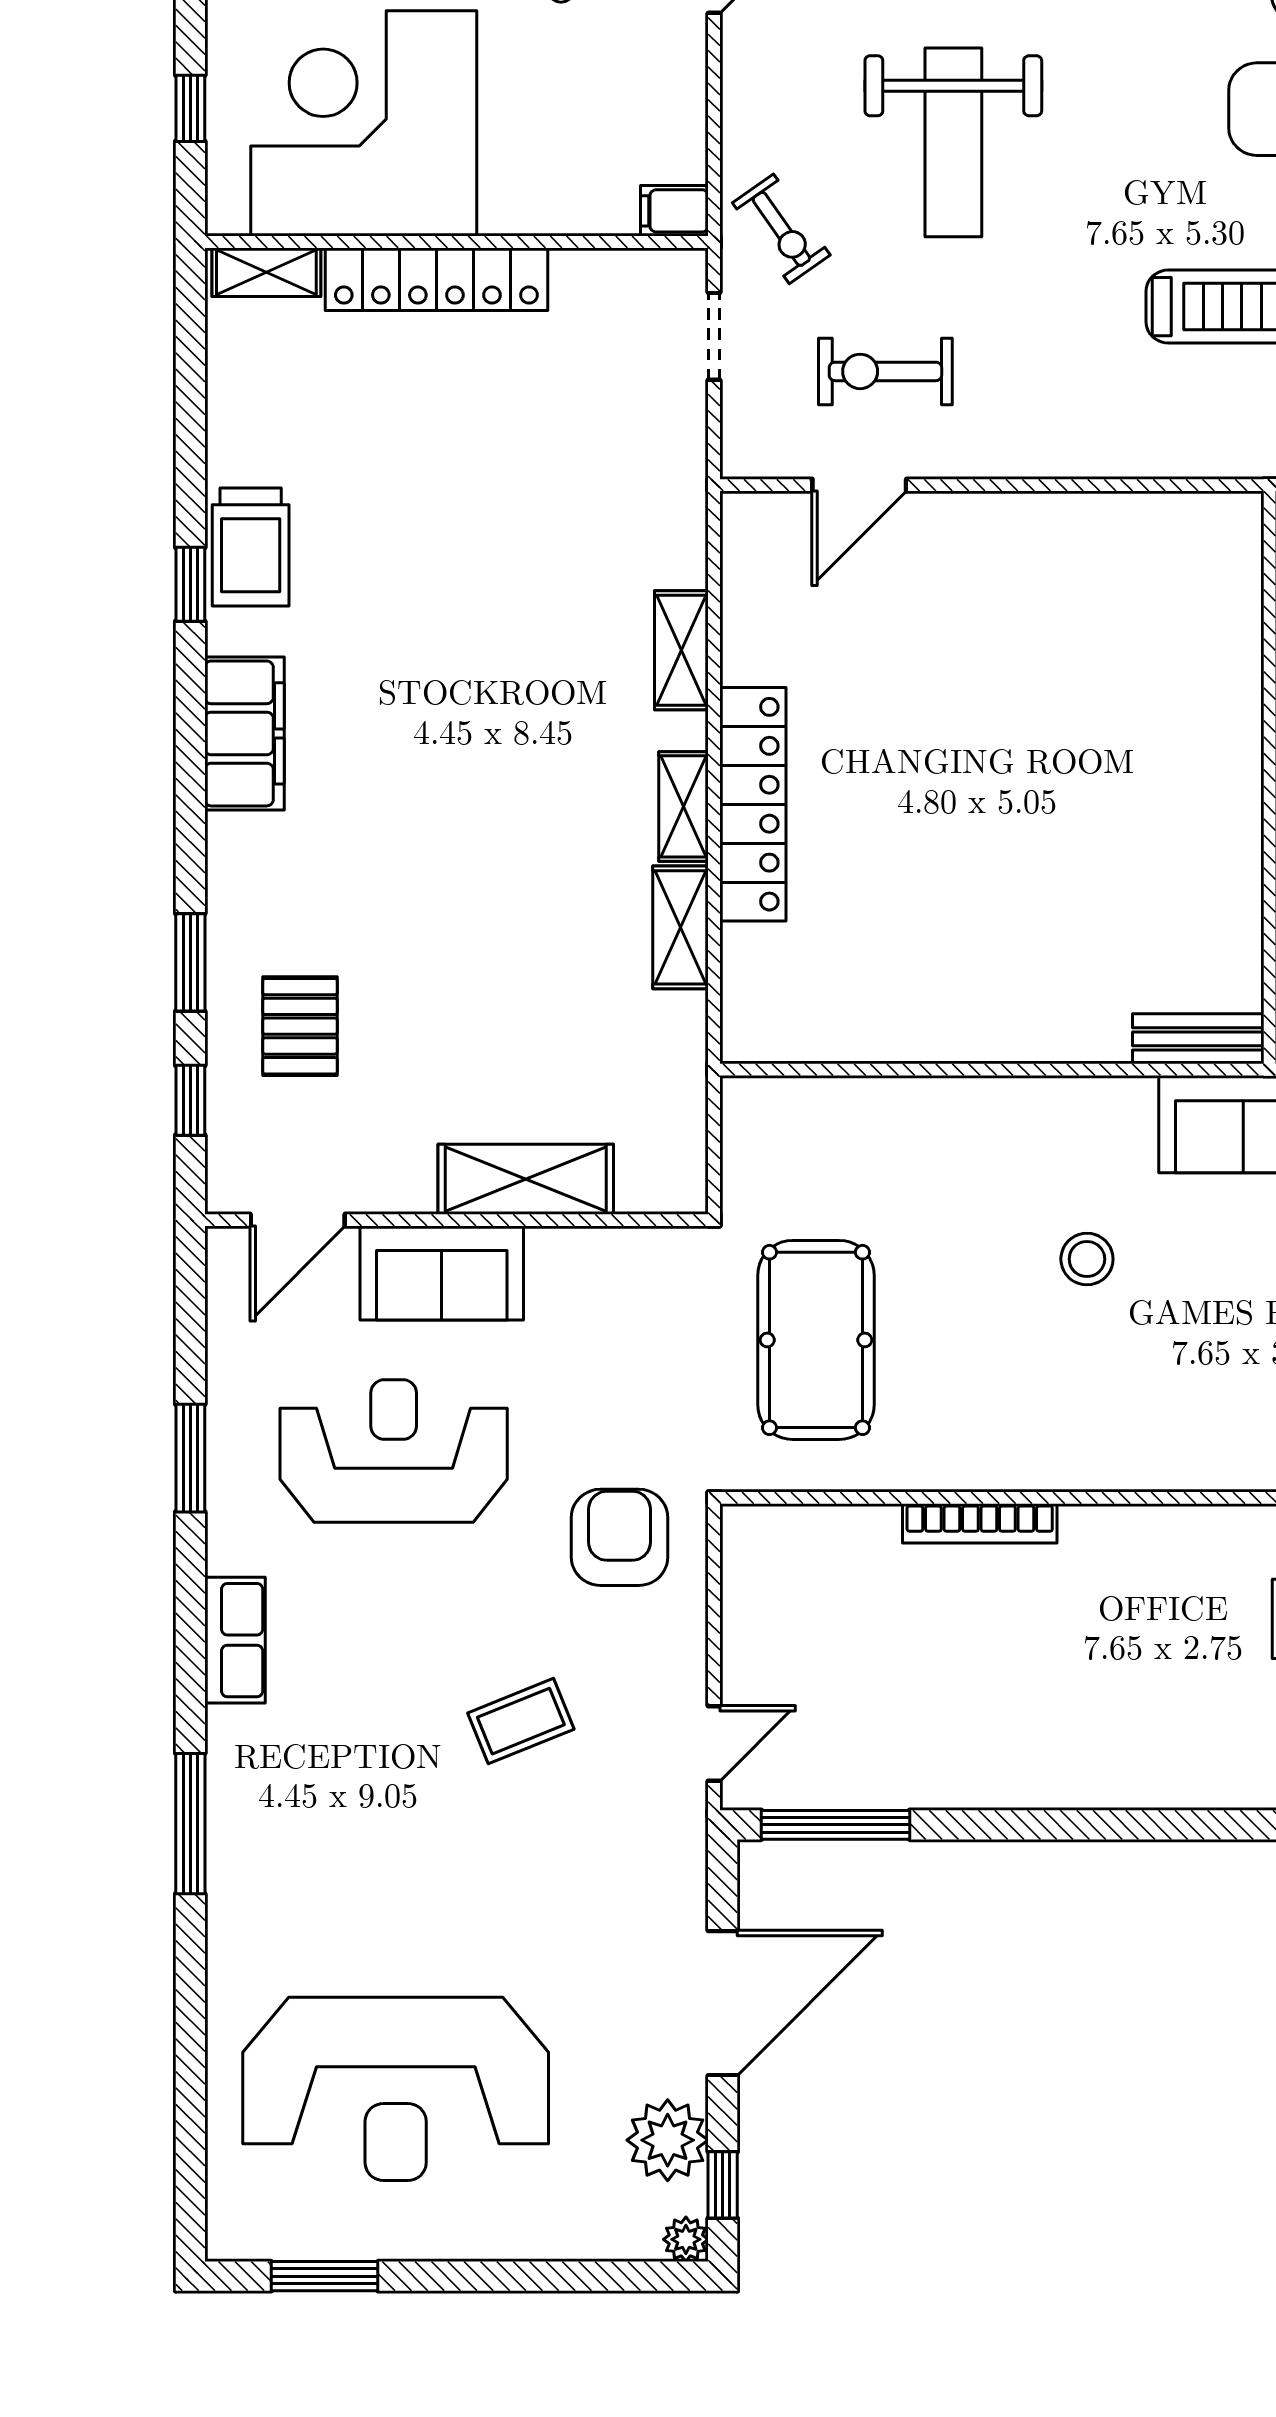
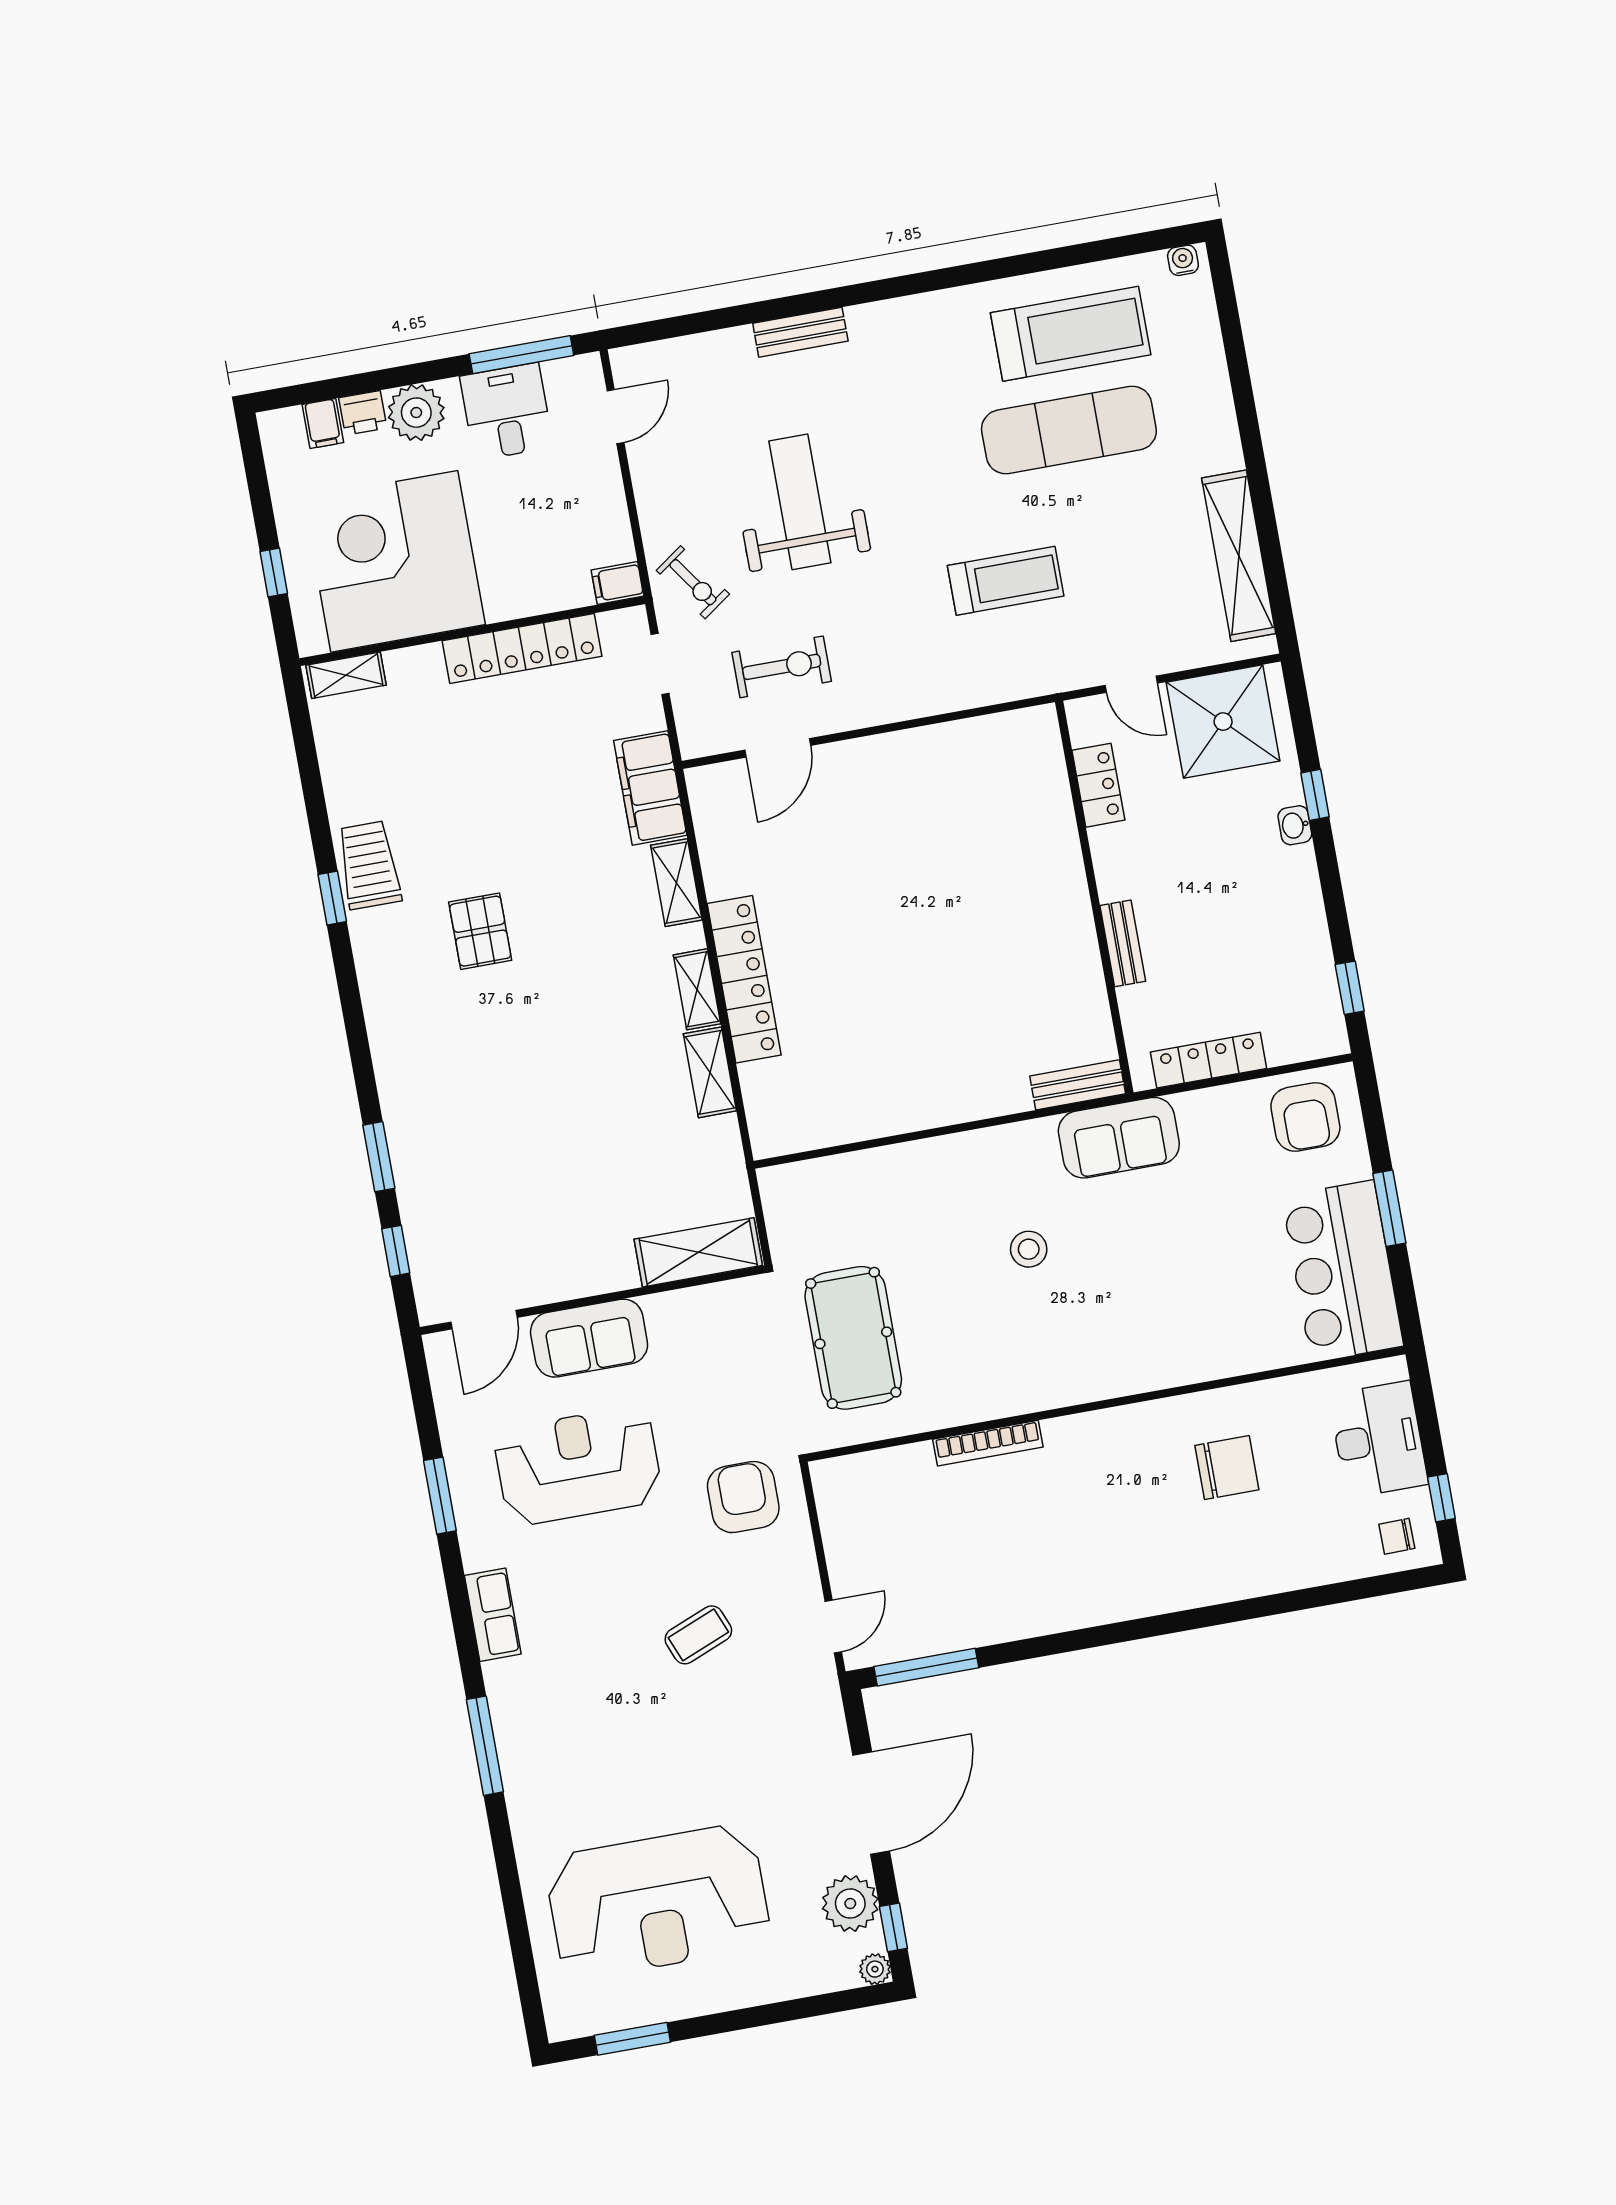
weight bench: (953, 142) -> (800, 502), turned 180
locker: (436, 279) -> (522, 648), moved
exercise bike: (885, 371) -> (782, 667), turned 180
trolley: (251, 547) -> (369, 865), turned 180
filing cabinet: (244, 733) -> (650, 788), moved, turned 180
pallet: (300, 1026) -> (480, 931), moved
shelving: (526, 1179) -> (698, 1252), moved

